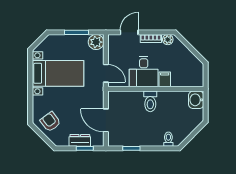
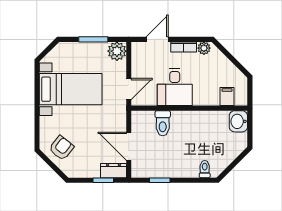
door: (106, 73) -> (129, 89), hinge flipped
filing cabinet: (165, 79) -> (227, 96), moved
toilet: (150, 101) -> (163, 123), moved
armchair: (50, 122) -> (61, 148), turned 75
dresser: (80, 140) -> (113, 171), moved

